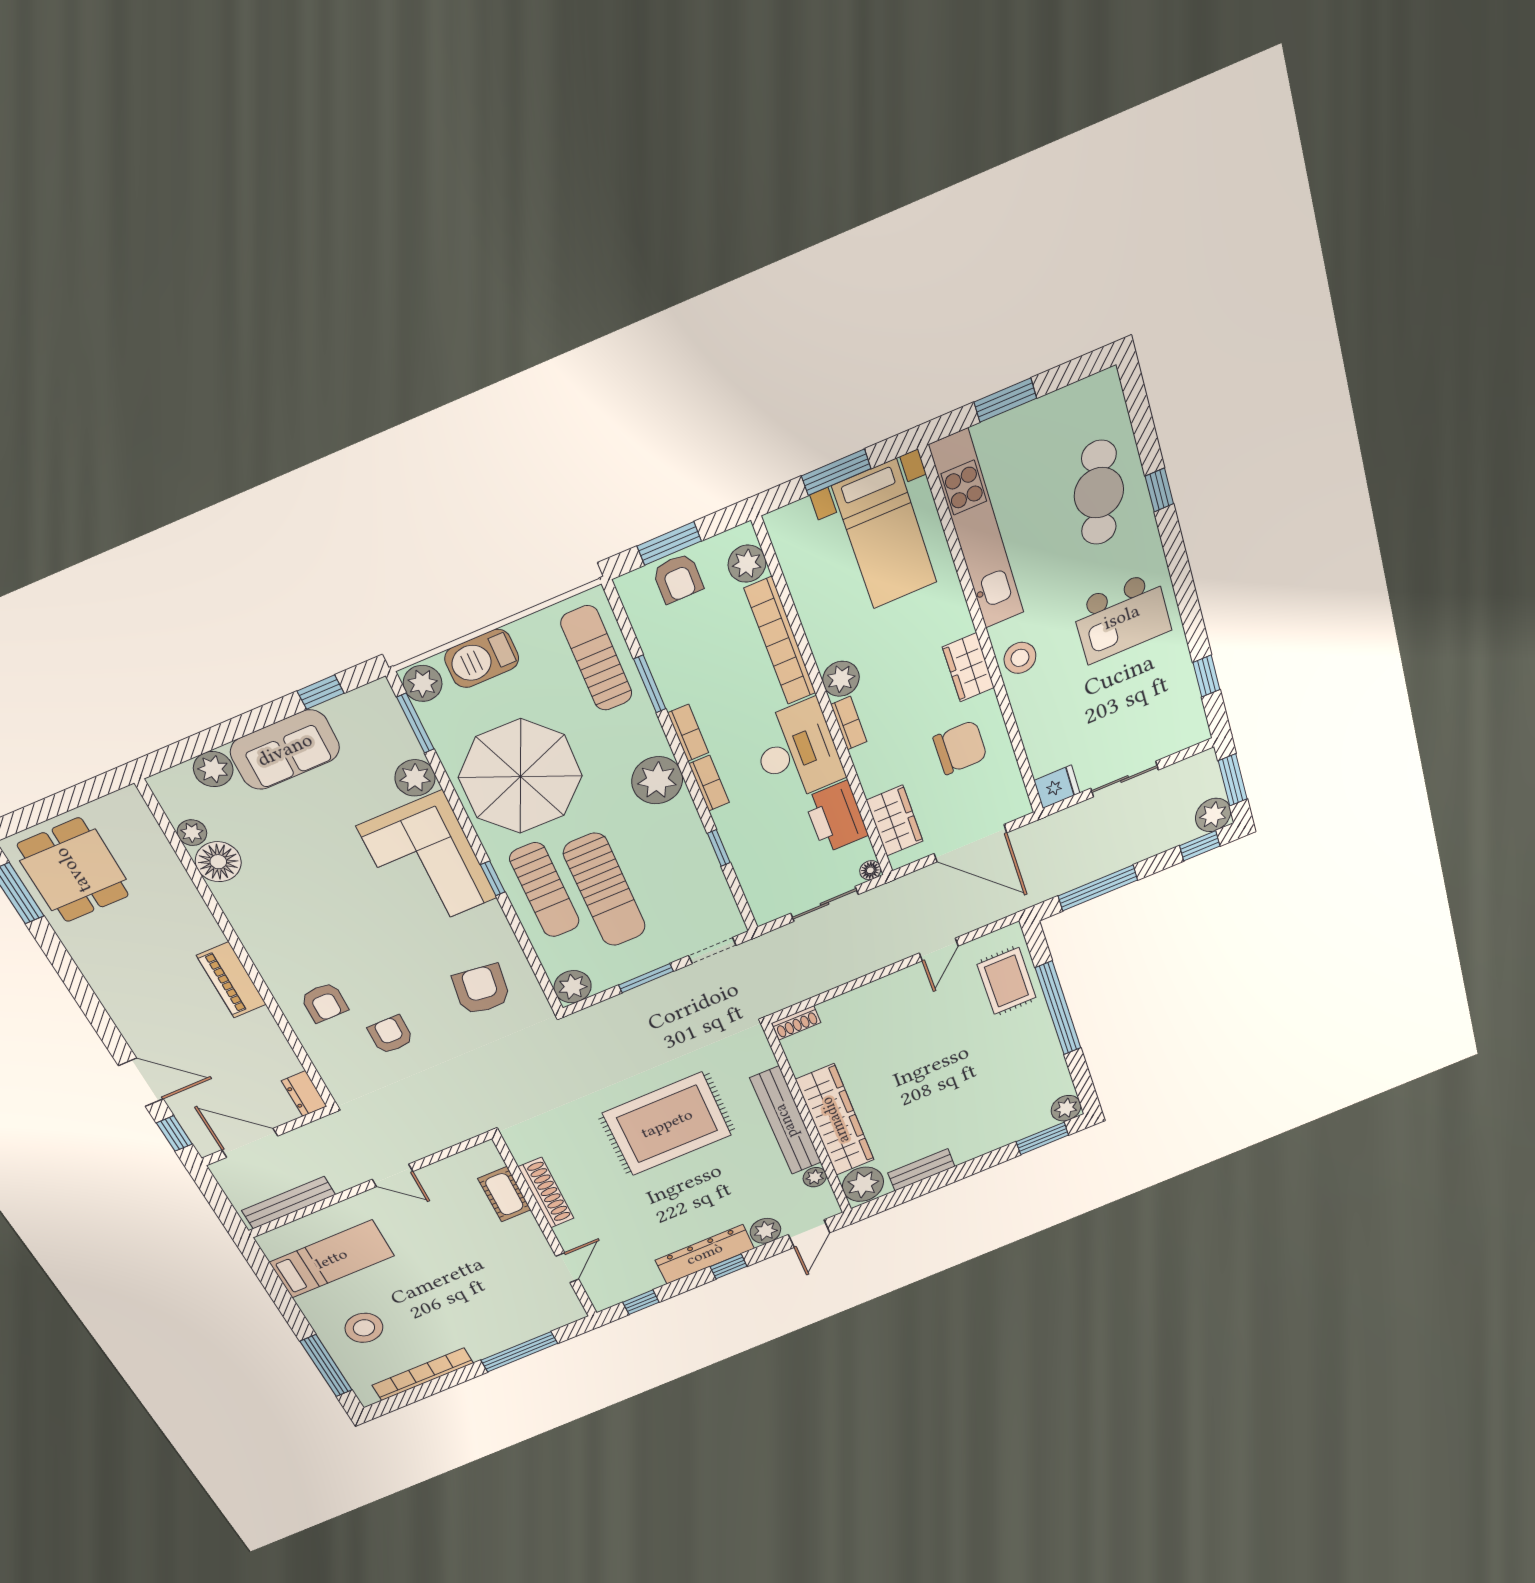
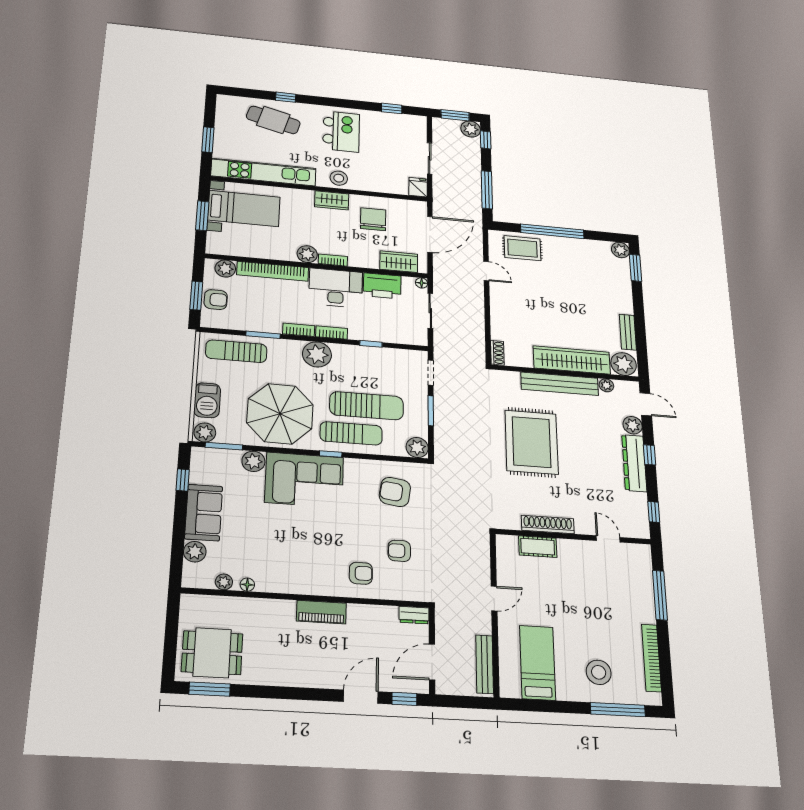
floor lamp: (218, 862) -> (247, 585), width x0.53, depth x0.53

